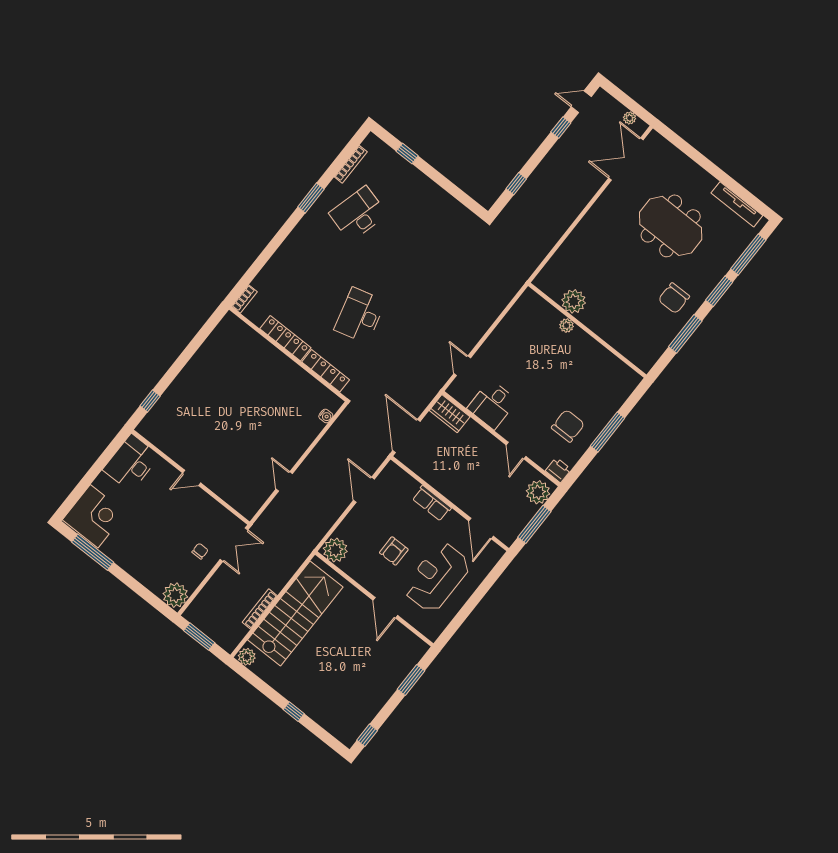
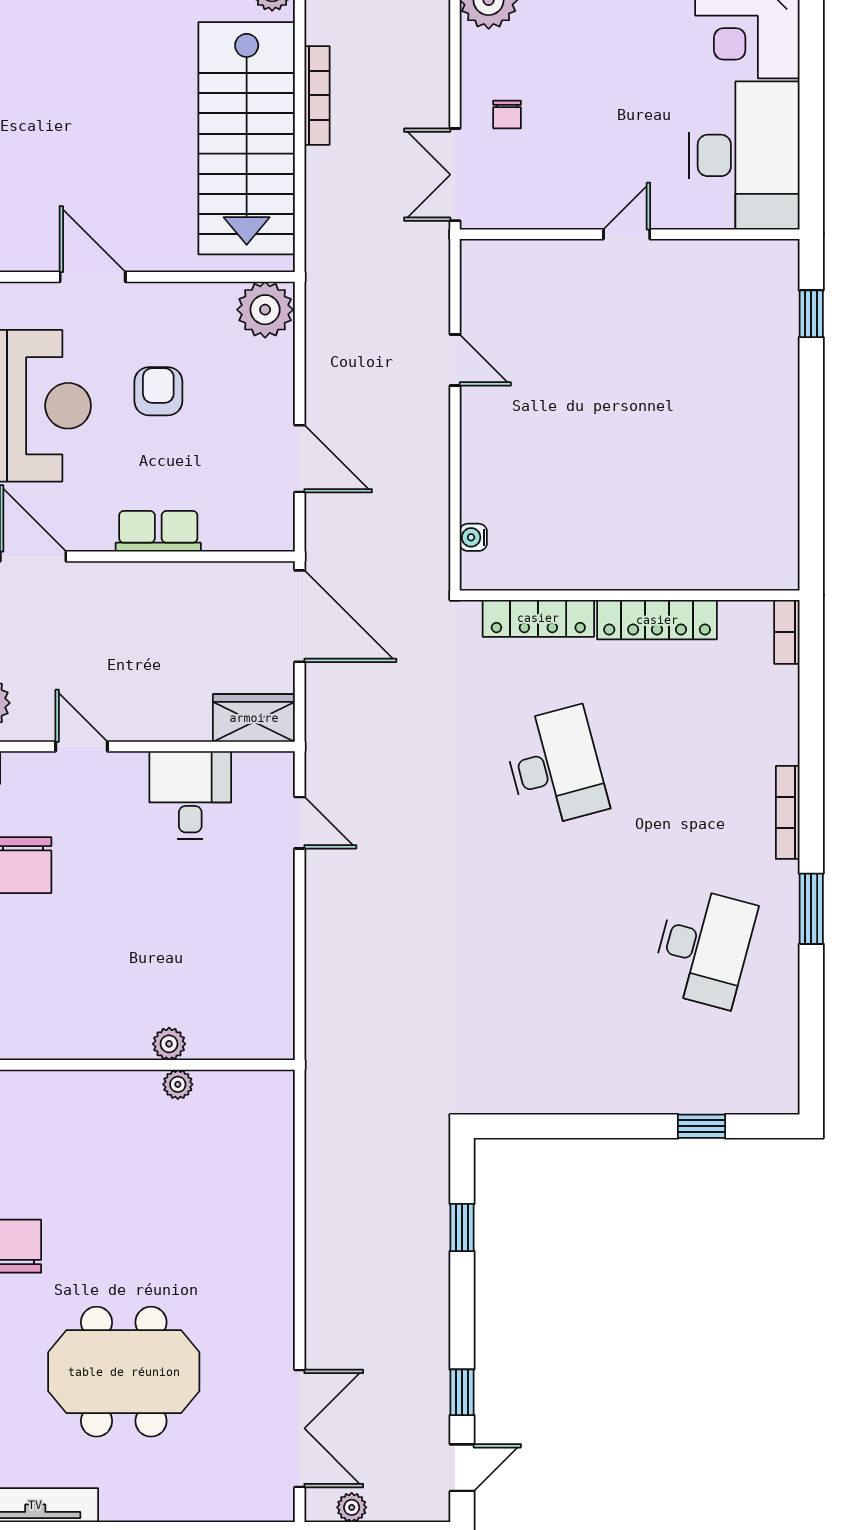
bookcase: (351, 164) -> (788, 812), moved
plant: (574, 301) -> (178, 1084), width x0.53, depth x0.53
desk: (131, 463) -> (744, 155), width x1.36, depth x1.30

